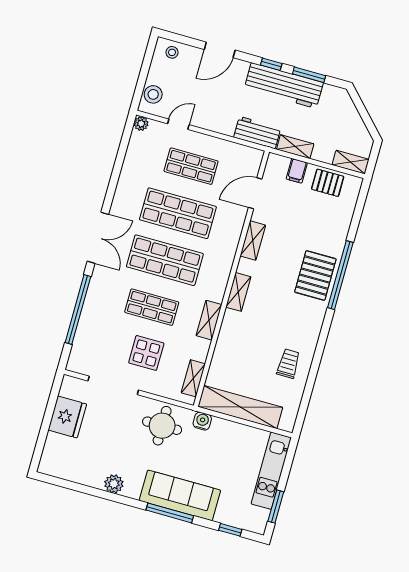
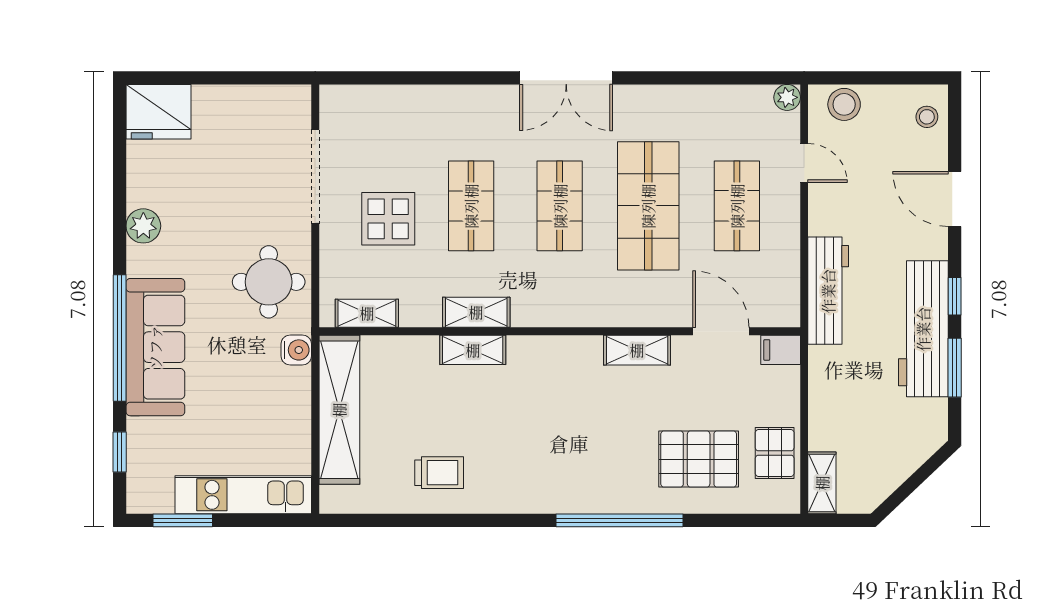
workbench: (257, 133) -> (828, 291), width x1.38
shelving: (295, 147) -> (822, 378), removed
filing cabinet: (297, 171) -> (781, 350), moved
shop shelf: (165, 260) -> (560, 206), width x0.70, depth x0.74
pallet: (315, 276) -> (699, 459), moved
shelving: (238, 292) -> (473, 350), moved
window: (78, 309) -> (431, 78), removed
fridge: (67, 417) -> (158, 112), moved
window: (170, 513) -> (120, 338), width x1.46

